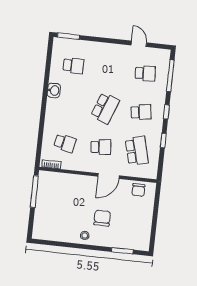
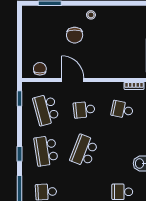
school desk: (141, 112) -> (46, 151), width x1.85
window: (163, 140) -> (19, 98), moved
door: (109, 176) -> (73, 80), hinge flipped

